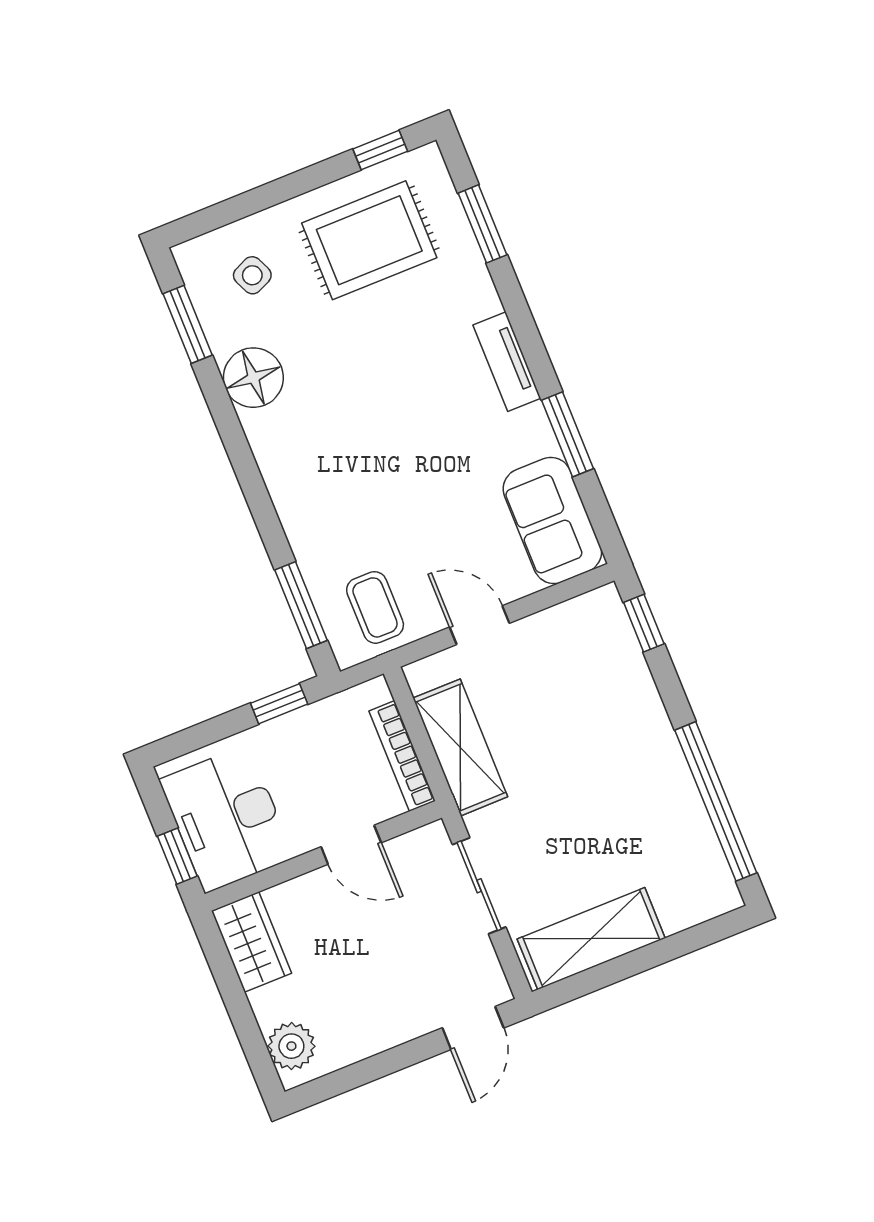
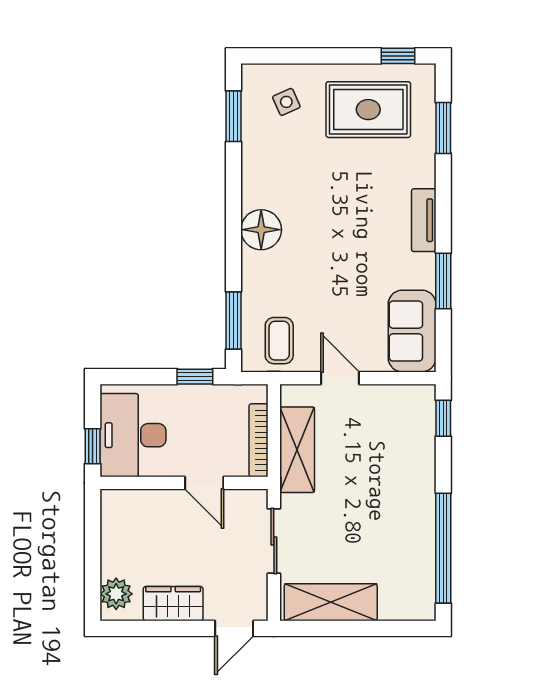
floor lamp: (253, 378) -> (261, 230), moved
wardrobe: (251, 942) -> (173, 604), moved, turned -90

